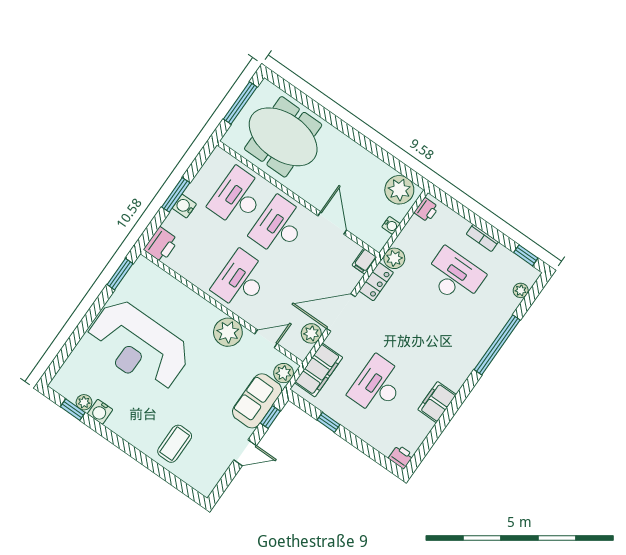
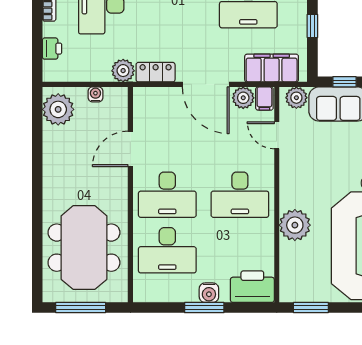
printer: (426, 210) -> (52, 49), moved, turned 90
printer: (161, 245) -> (252, 287), width x1.37, depth x1.19
filing cabinet: (364, 261) -> (264, 99), moved, turned 90
plant: (228, 332) -> (295, 225), moved

